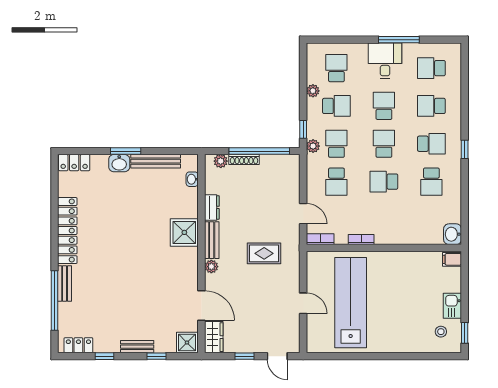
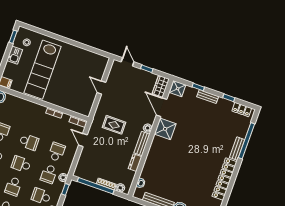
school desk: (384, 144) -> (21, 164), turned 90
shower: (184, 232) -> (165, 129), moved
lab bench: (351, 303) -> (43, 70), moved

